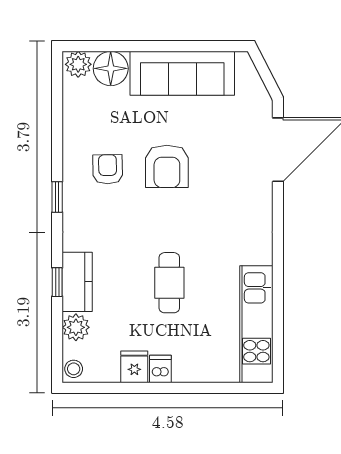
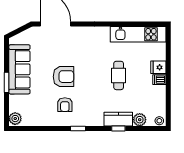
window: (154, 46) -> (7, 82), added
floor lamp: (111, 68) -> (17, 103), removed
armchair: (108, 169) -> (65, 105), turned -89
cafe table: (169, 283) -> (119, 75), turned 90
fridge: (134, 367) -> (158, 67), moved

